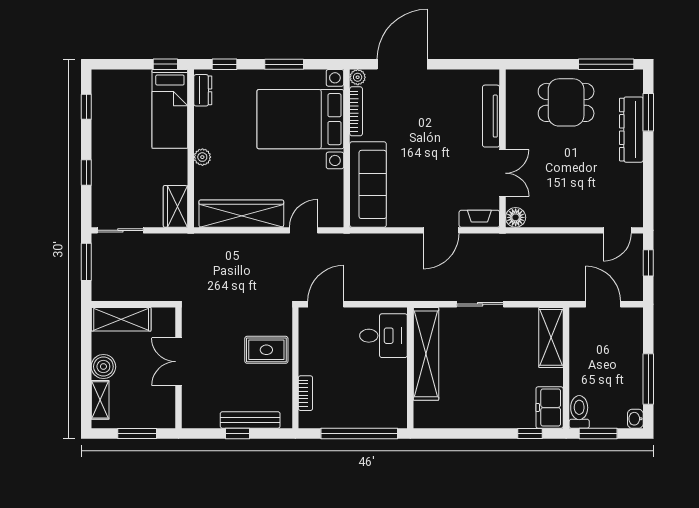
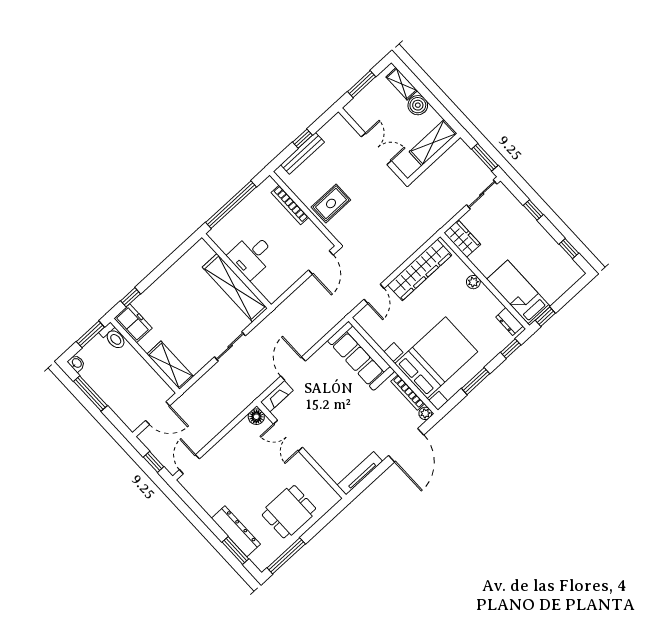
tv unit: (491, 116) -> (360, 473), moved, turned -90
desk: (383, 336) -> (252, 256), moved
bookcase: (305, 393) -> (290, 205), width x1.56

